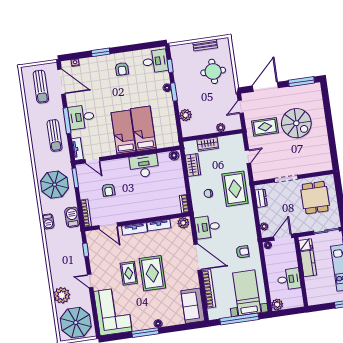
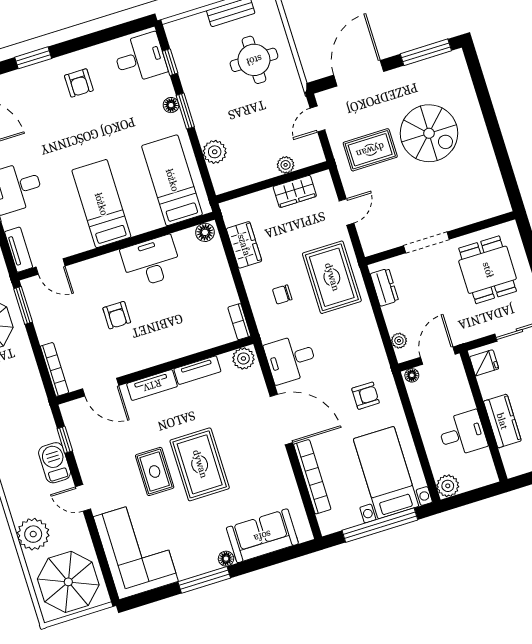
bed: (143, 129) -> (172, 180), moved
wardrobe: (208, 144) -> (295, 191), moved
armchair: (108, 190) -> (117, 315), moved
barbecue: (72, 217) -> (55, 463), moved
kitchen counter: (308, 263) -> (502, 421), moved
sofa: (193, 306) -> (262, 536), moved, turned 90

